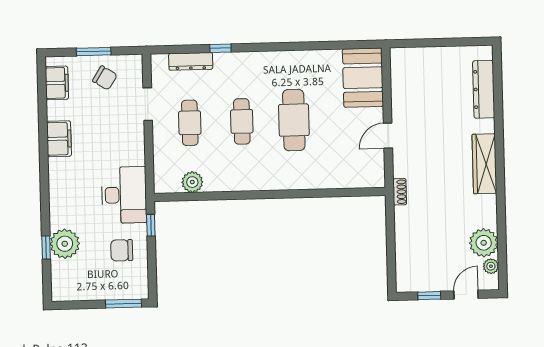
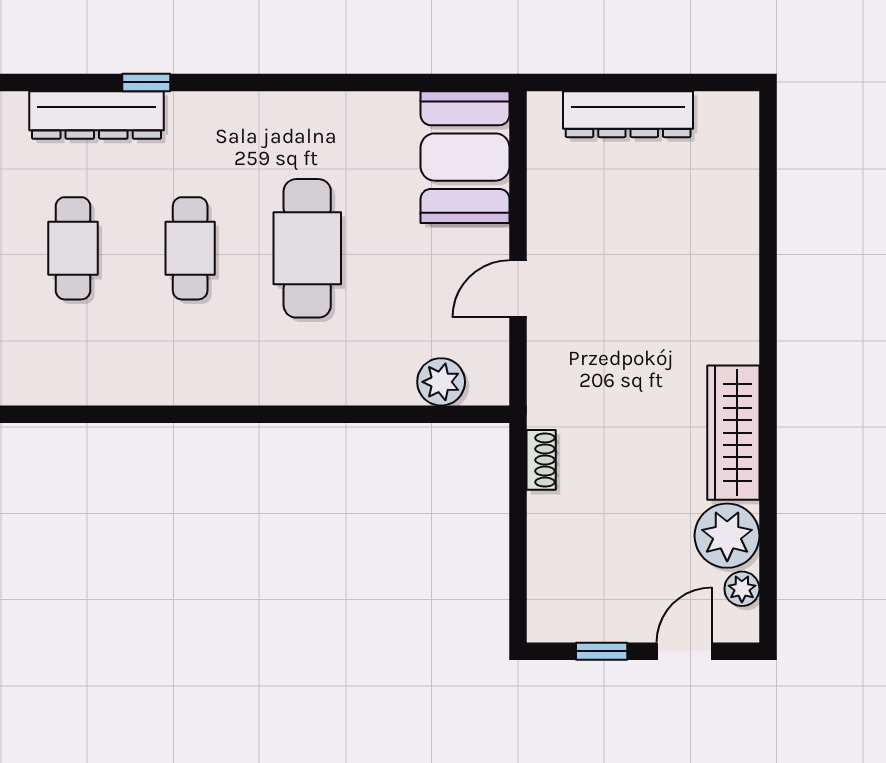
dresser: (191, 61) -> (97, 115), width x1.37, depth x1.24
dresser: (484, 89) -> (628, 114), moved, turned -90
wardrobe: (484, 164) -> (733, 433), moved
plant: (192, 182) -> (441, 382), moved
shoe rack: (400, 192) -> (541, 460), moved

